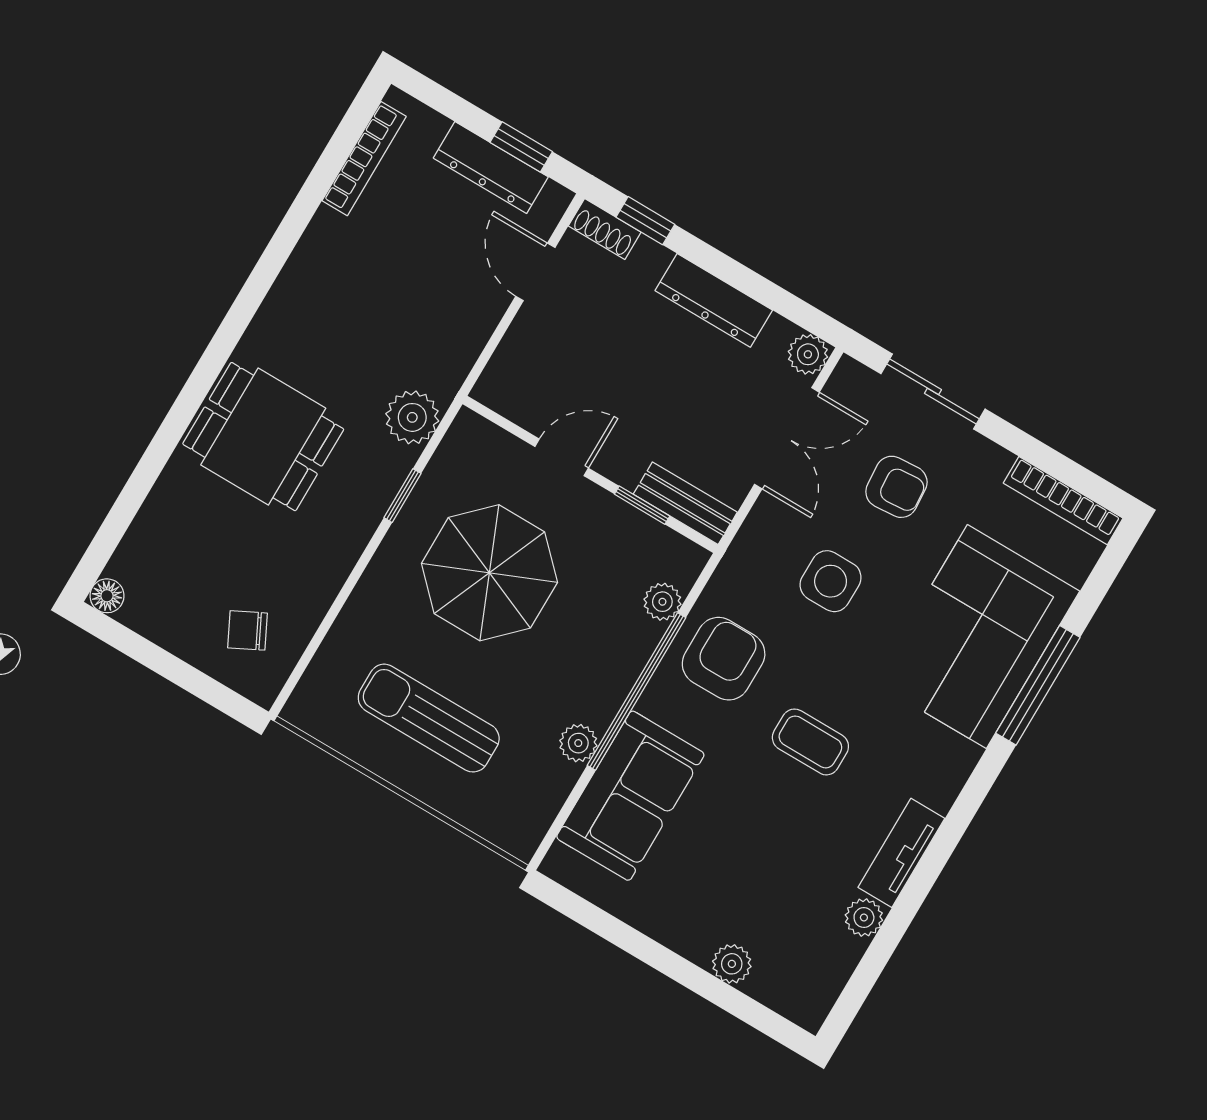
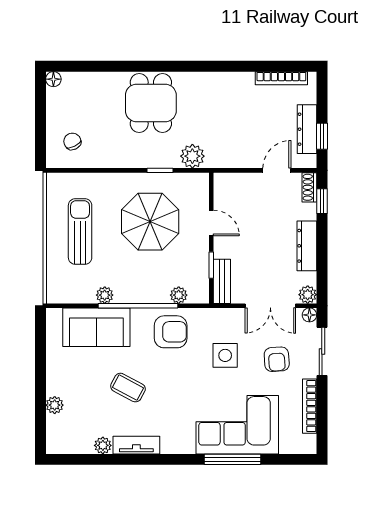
floor lamp: (849, 374) -> (309, 315), added
bookcase: (1063, 501) -> (310, 406), moved
coffee table: (810, 742) -> (128, 388), moved, turned -62

